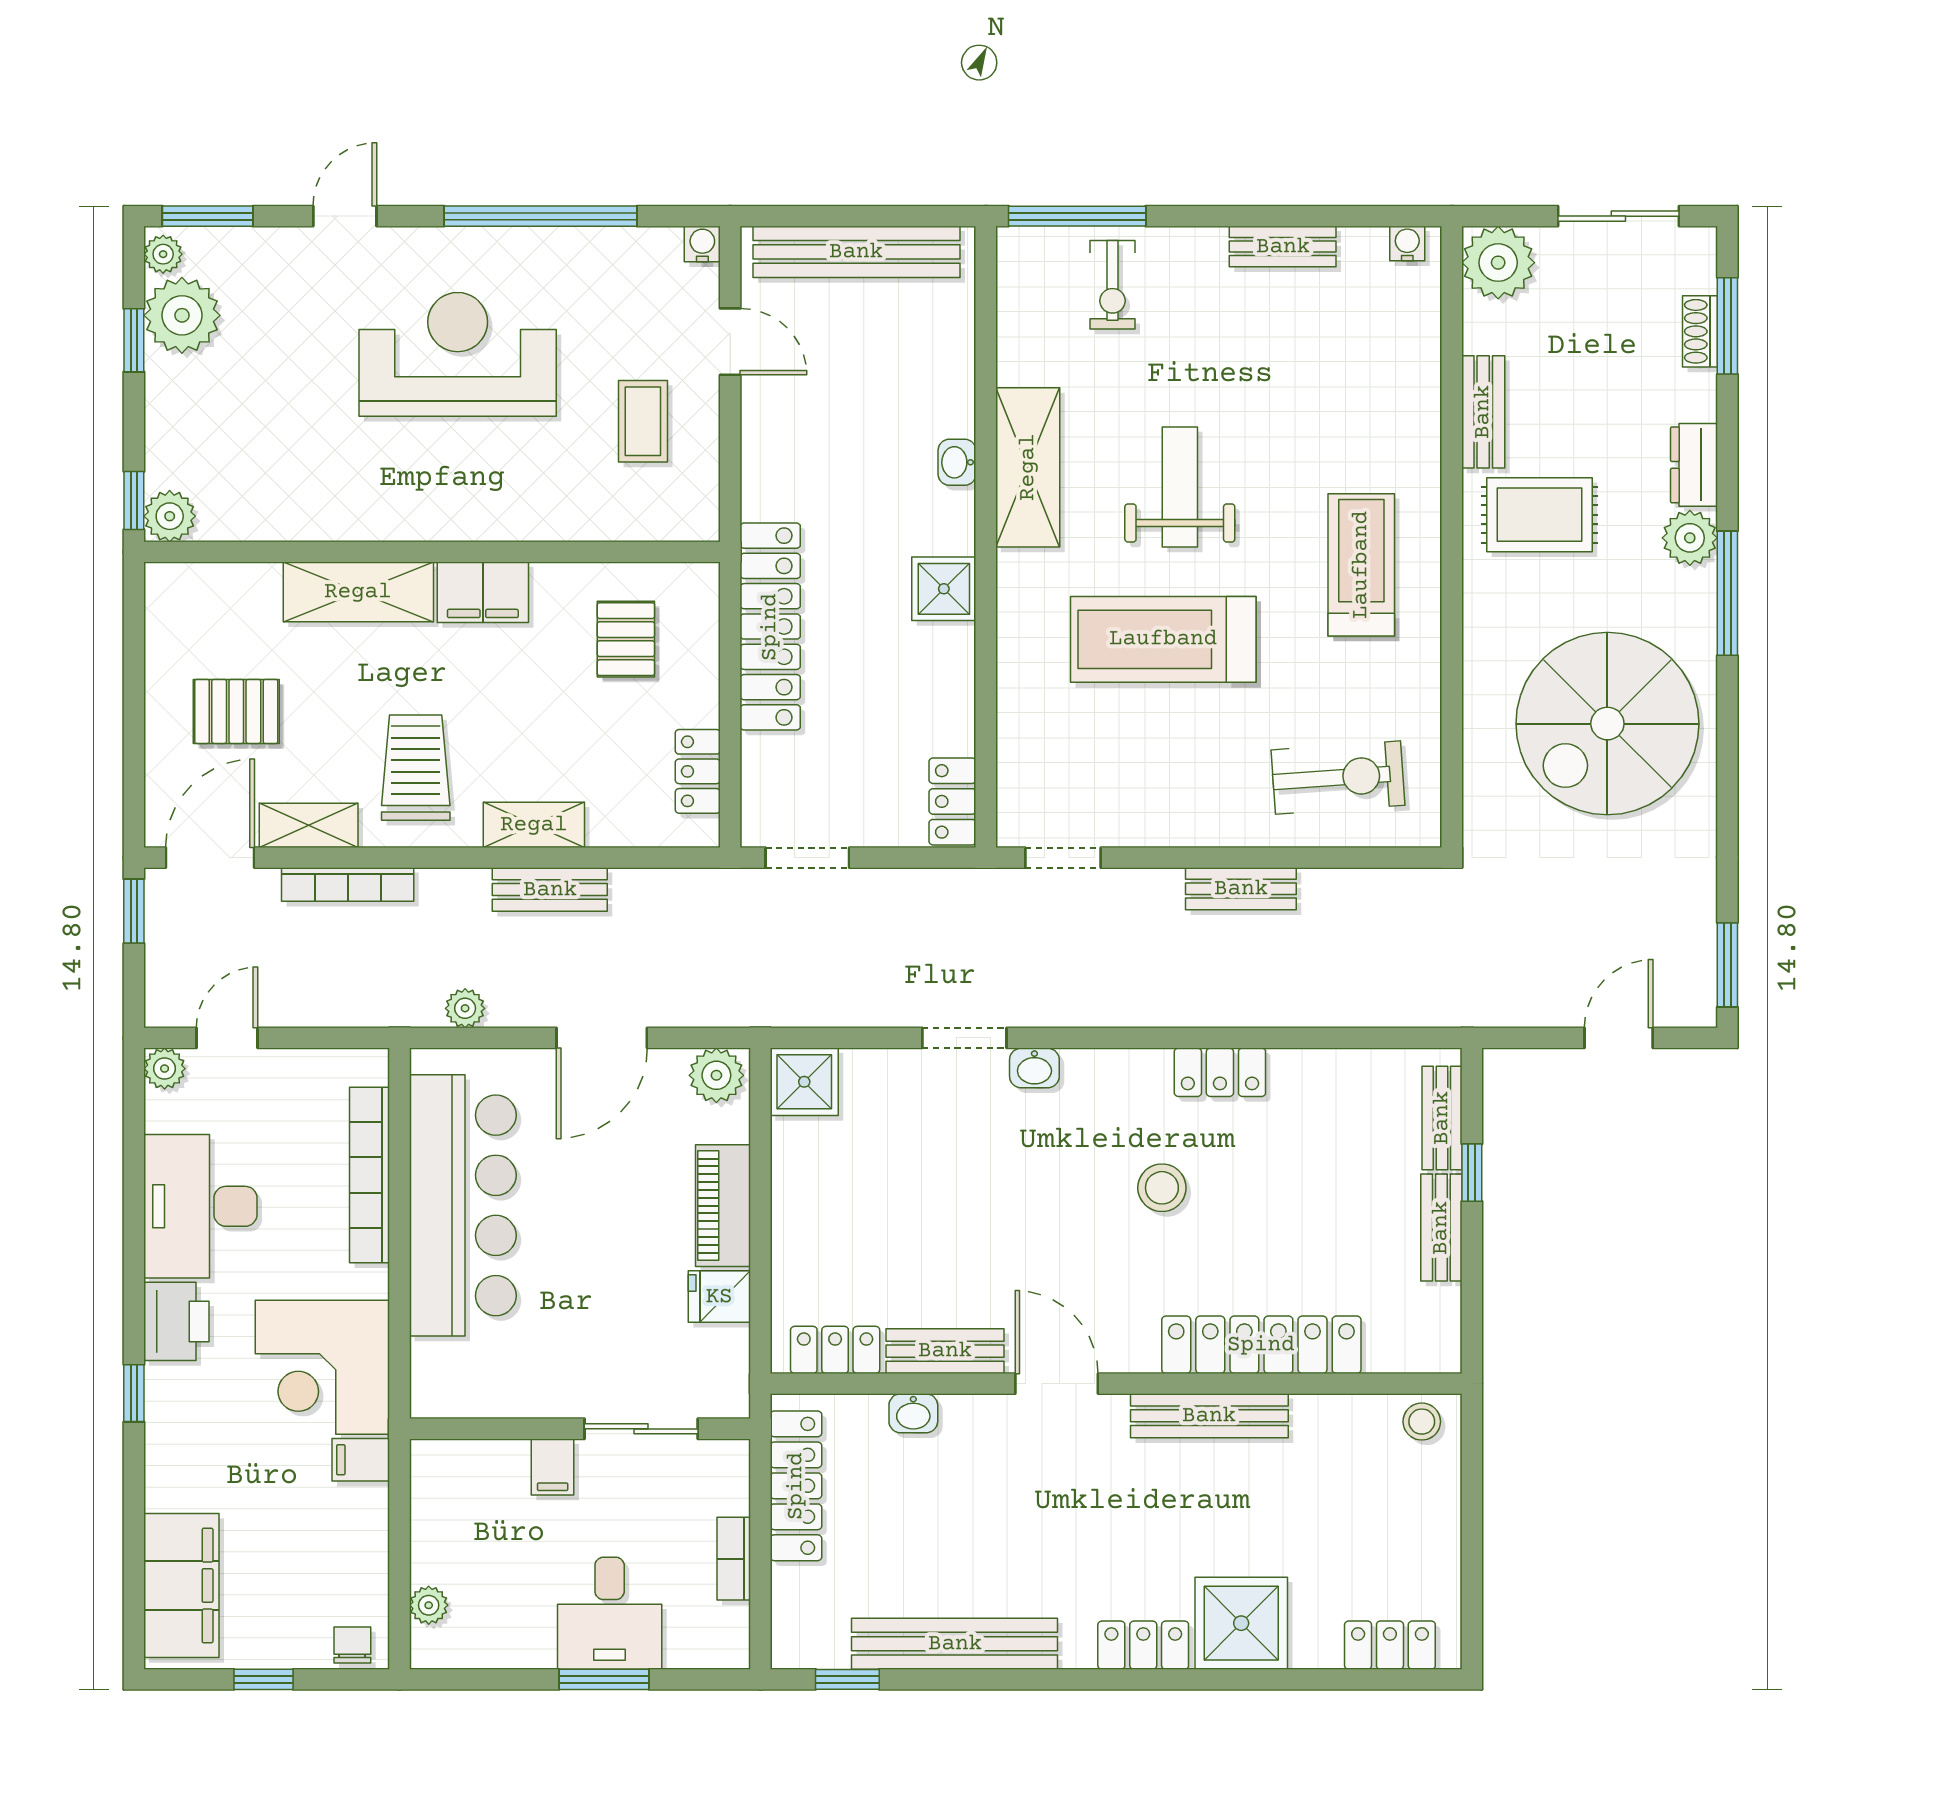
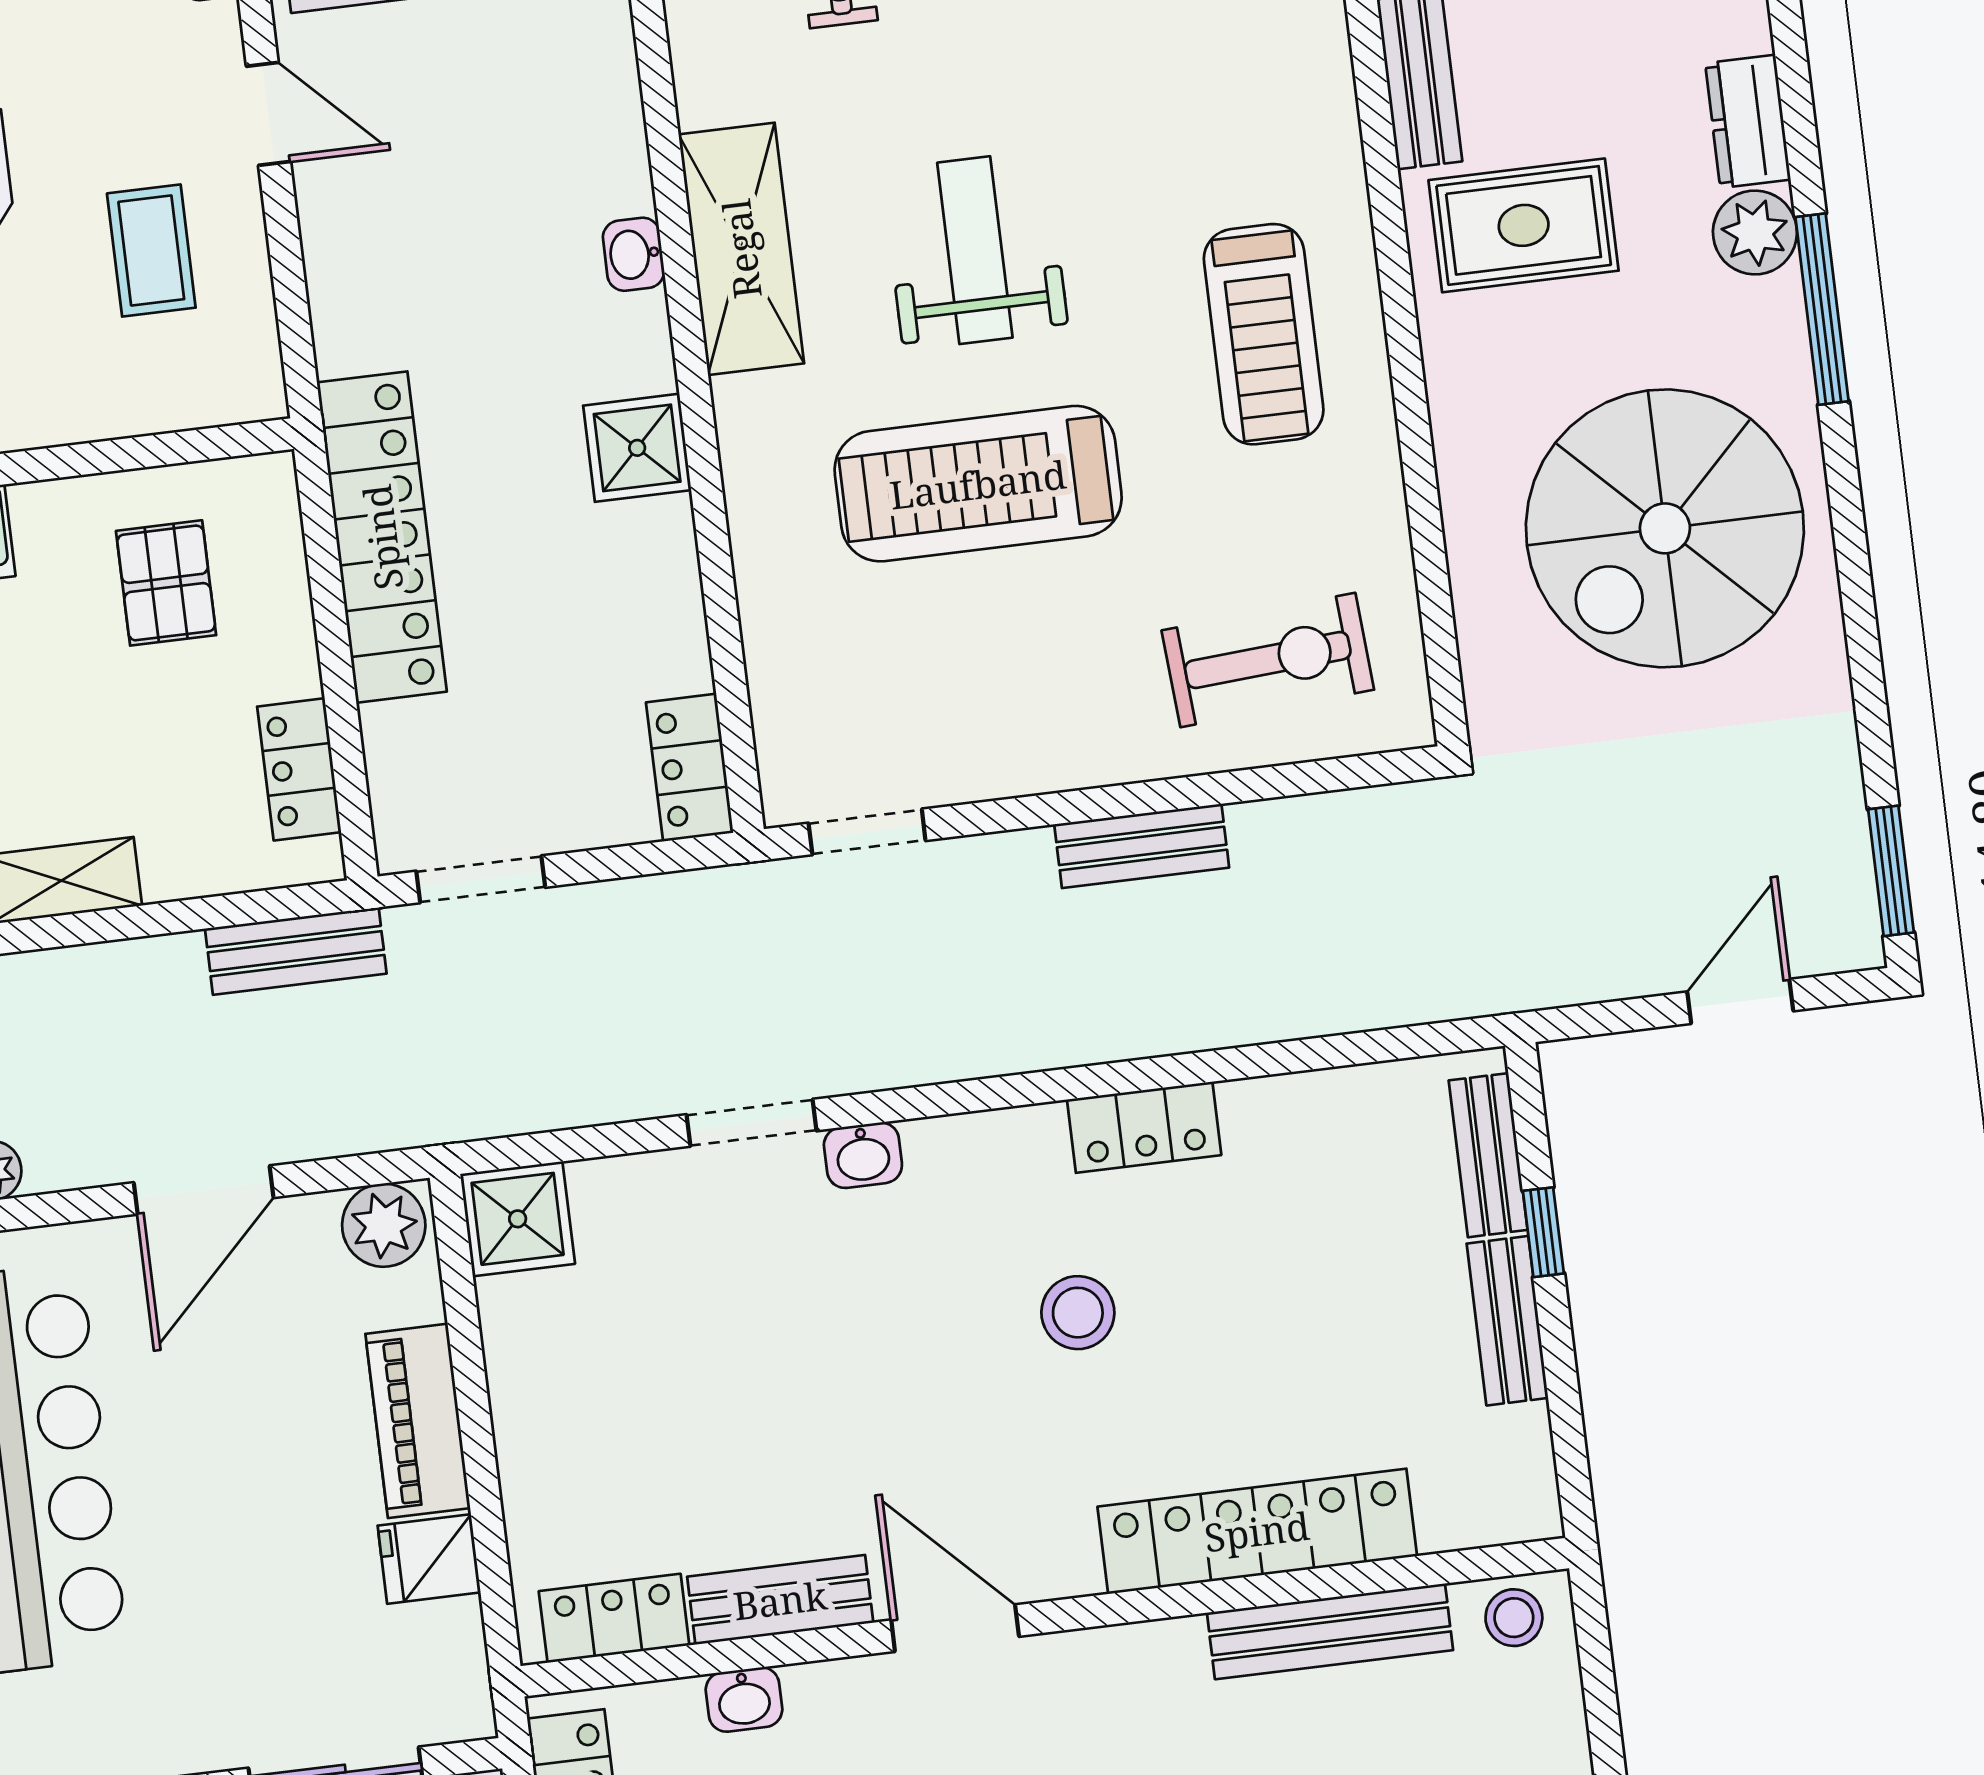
treadmill: (1361, 565) -> (1264, 334), turned 180
bench: (550, 890) -> (296, 951), moved
bench: (1209, 1416) -> (1330, 1631), moved

